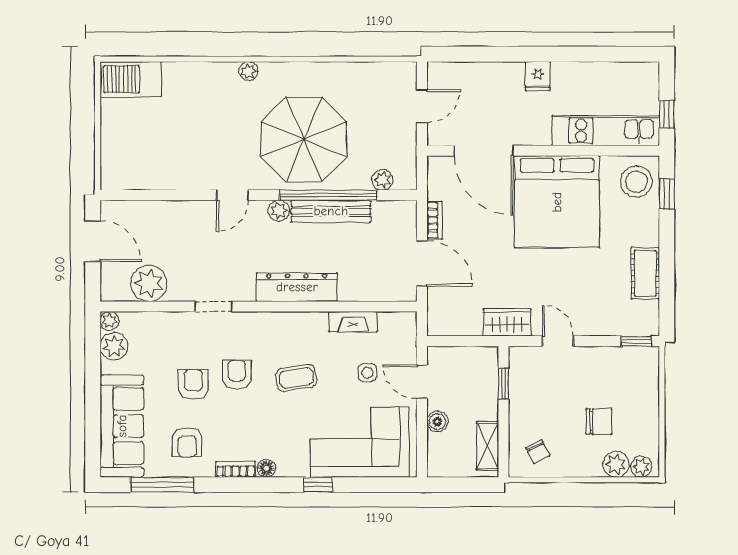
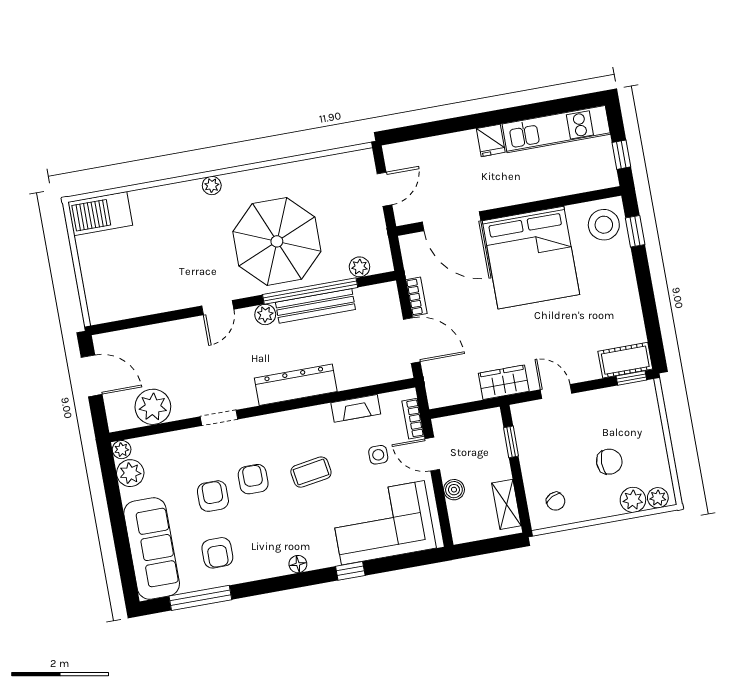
kitchen unit: (606, 131) -> (556, 129), moved, turned 180
cot: (645, 273) -> (625, 360), moved, turned 90
bookcase: (236, 469) -> (413, 419), moved, turned -90

